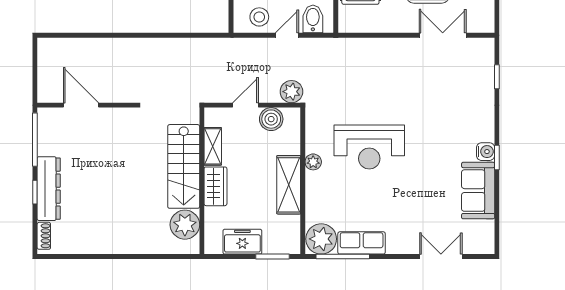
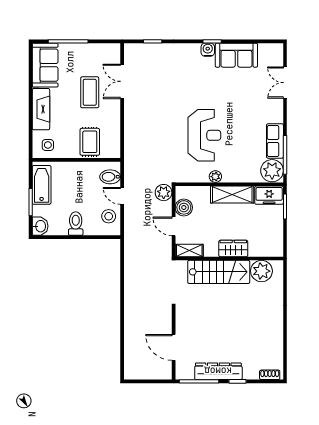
door: (81, 105) -> (174, 347), hinge flipped
shelving: (213, 146) -> (189, 251), moved
dresser: (49, 189) -> (218, 371), moved
freezer: (242, 242) -> (269, 195), moved, turned -90

